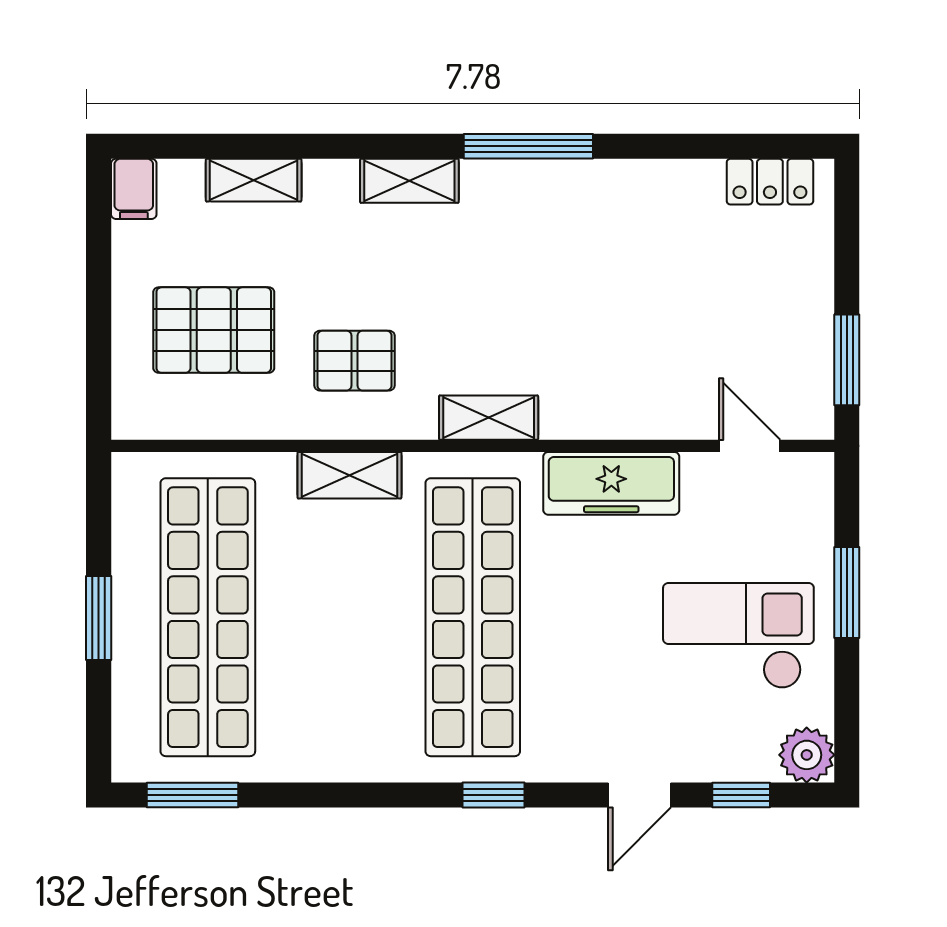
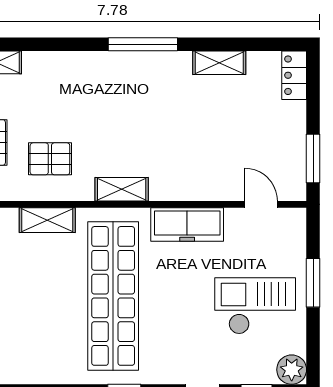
shelving: (409, 181) -> (219, 63), moved
locker: (770, 182) -> (294, 75), moved, turned 90

